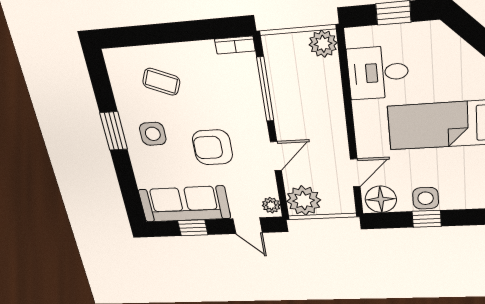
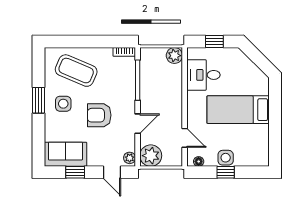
coffee table: (161, 82) -> (76, 71), width x1.86, depth x1.72
door: (355, 173) -> (185, 138), hinge flipped
floor lamp: (381, 199) -> (199, 161), width x0.53, depth x0.53
sofa: (184, 204) -> (65, 154), width x0.73

